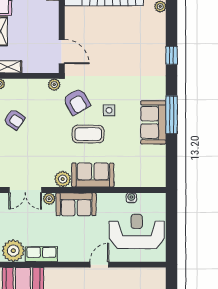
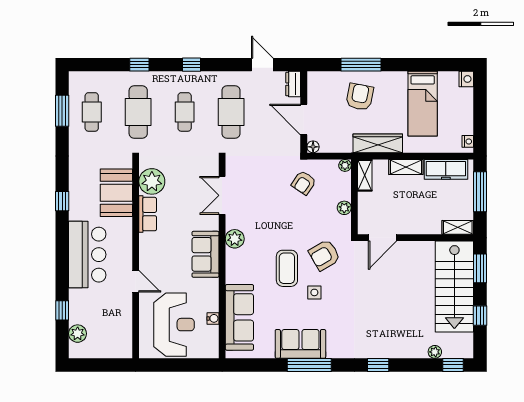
plant: (54, 85) -> (344, 208), moved
sofa: (93, 175) -> (239, 317), moved, width x1.36
plant: (49, 199) -> (212, 223), removed

